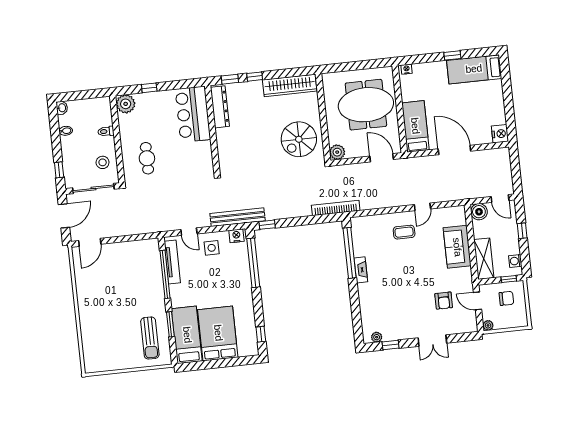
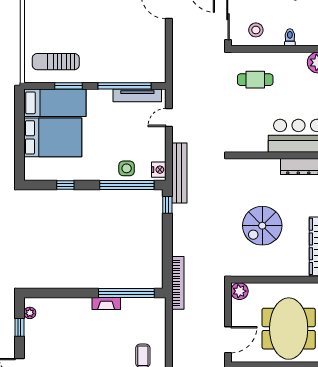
spiral stairs: (299, 139) -> (262, 226), moved, turned -90
side table: (212, 248) -> (127, 168), moved
window: (261, 334) -> (65, 185), moved

